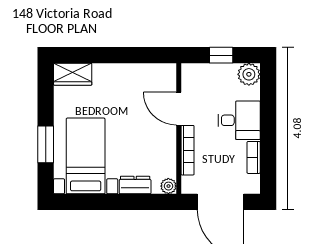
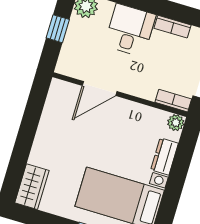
bookcase: (188, 150) -> (173, 101), moved, width x0.64

